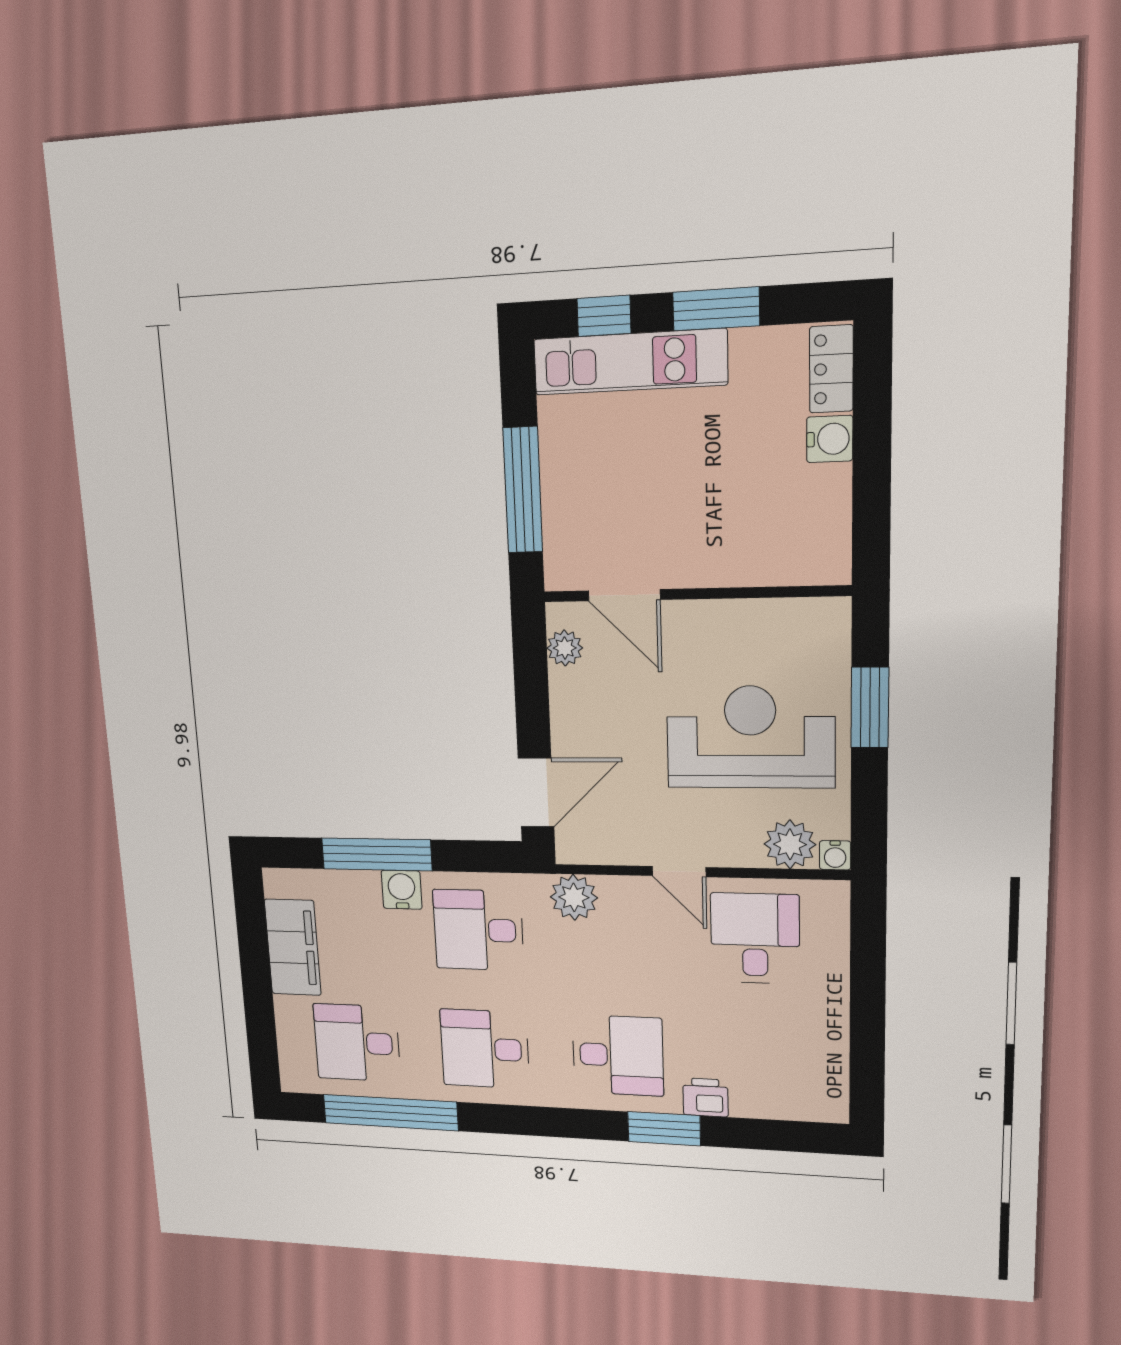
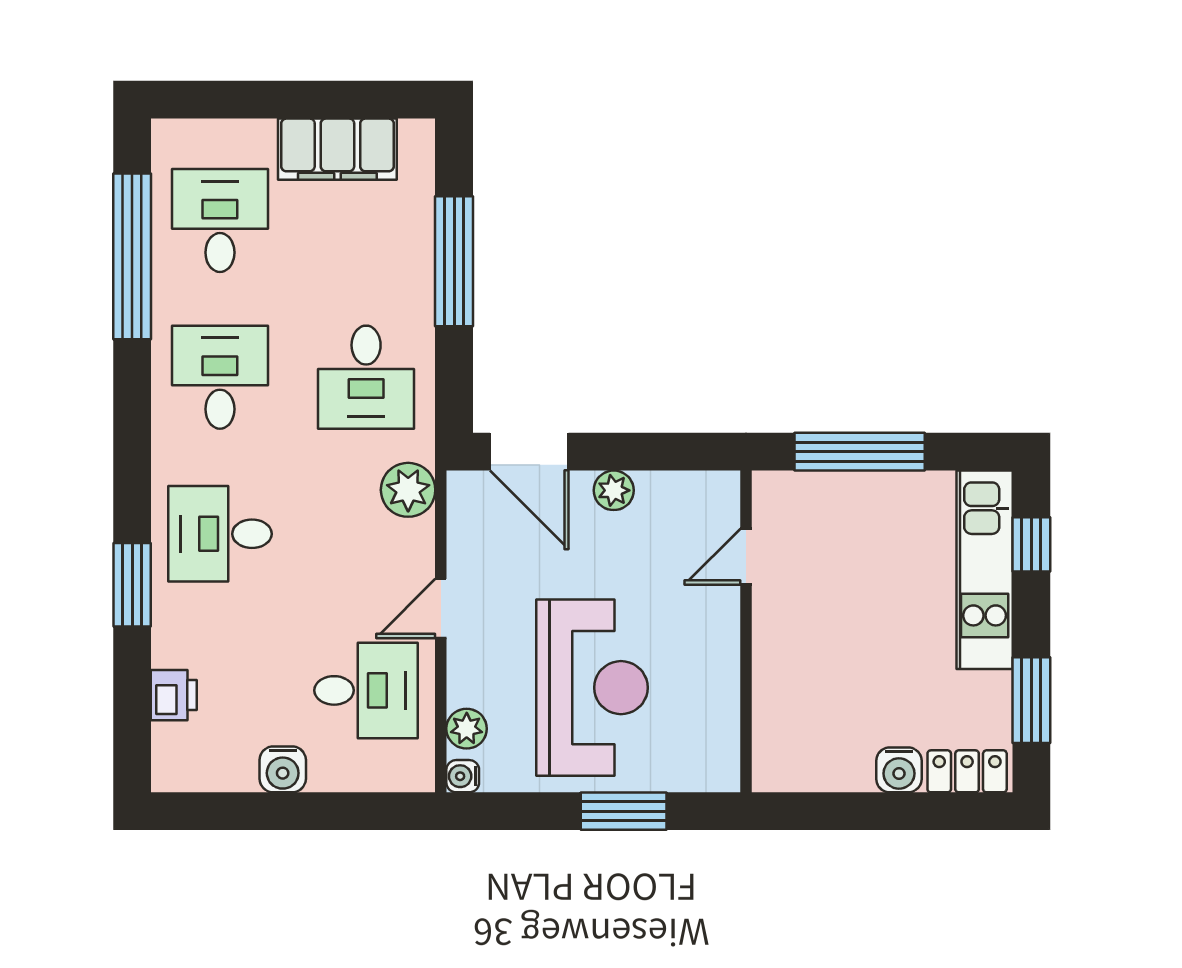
window: (716, 309) -> (1031, 700), moved
door: (624, 595) -> (746, 557), width x0.73
plant: (565, 648) -> (614, 490), moved
plant: (790, 844) -> (467, 729), width x0.73, depth x0.73
water cooler: (402, 890) -> (283, 769), moved, turned 90
desk: (478, 930) -> (366, 377), turned 180
desk: (618, 1055) -> (220, 534), turned 90
printer: (705, 1097) -> (174, 695), moved

